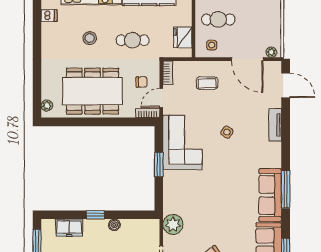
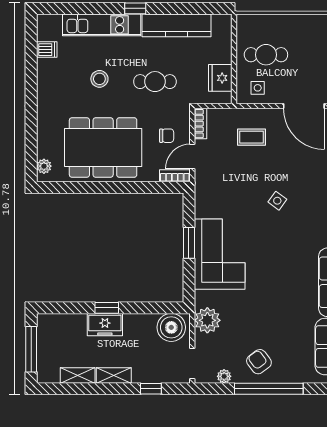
corner sofa: (182, 143) -> (220, 254), moved
boiler: (114, 225) -> (171, 327), moved, width x1.86, depth x1.86
freezer: (69, 228) -> (105, 325), moved

